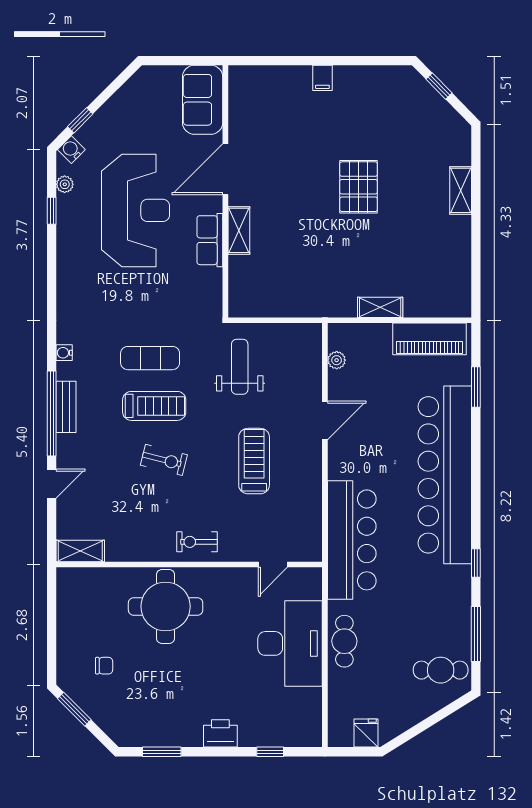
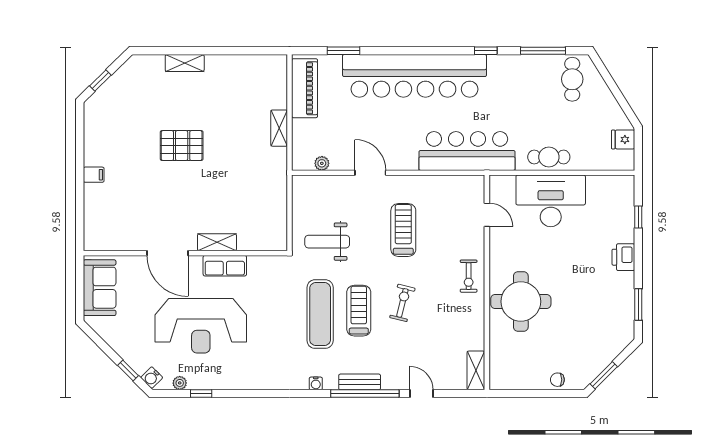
sofa: (203, 100) -> (100, 288), moved, turned -90
reception desk: (136, 210) -> (201, 326), turned 180
exercise mat: (150, 358) -> (320, 314), width x1.36, depth x1.45
treadmill: (254, 461) -> (403, 230), turned 90
chair: (104, 666) -> (557, 380), moved, turned -90

